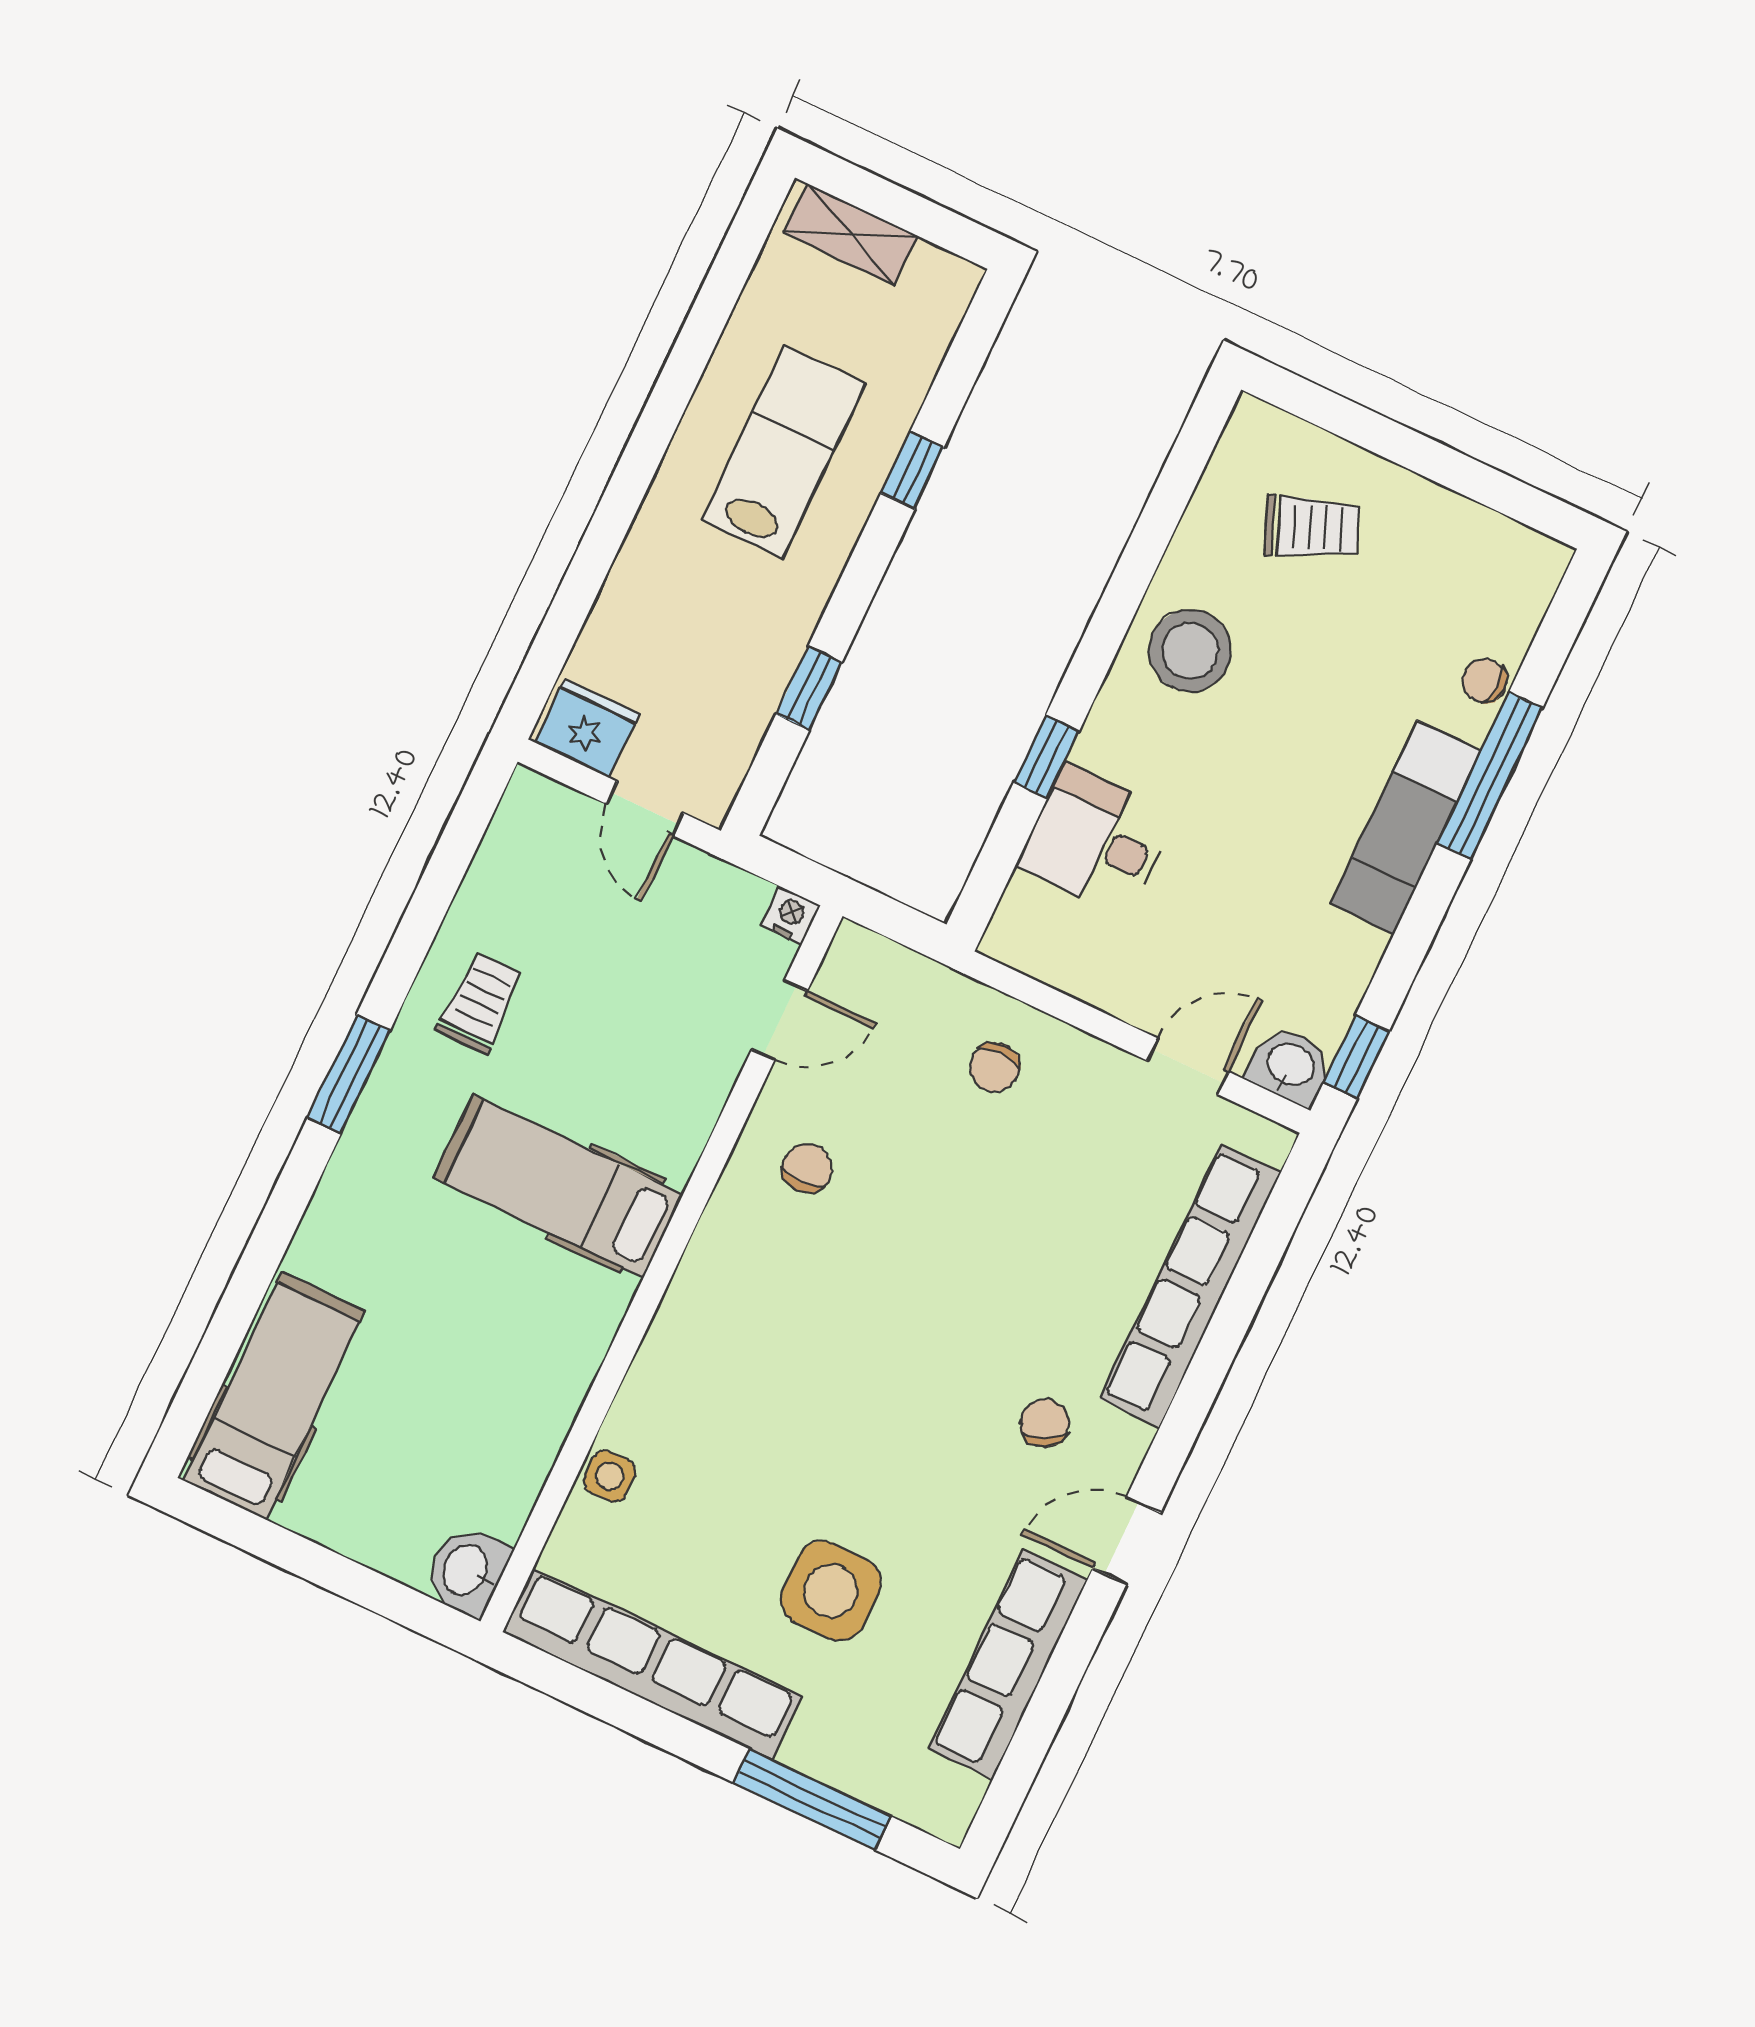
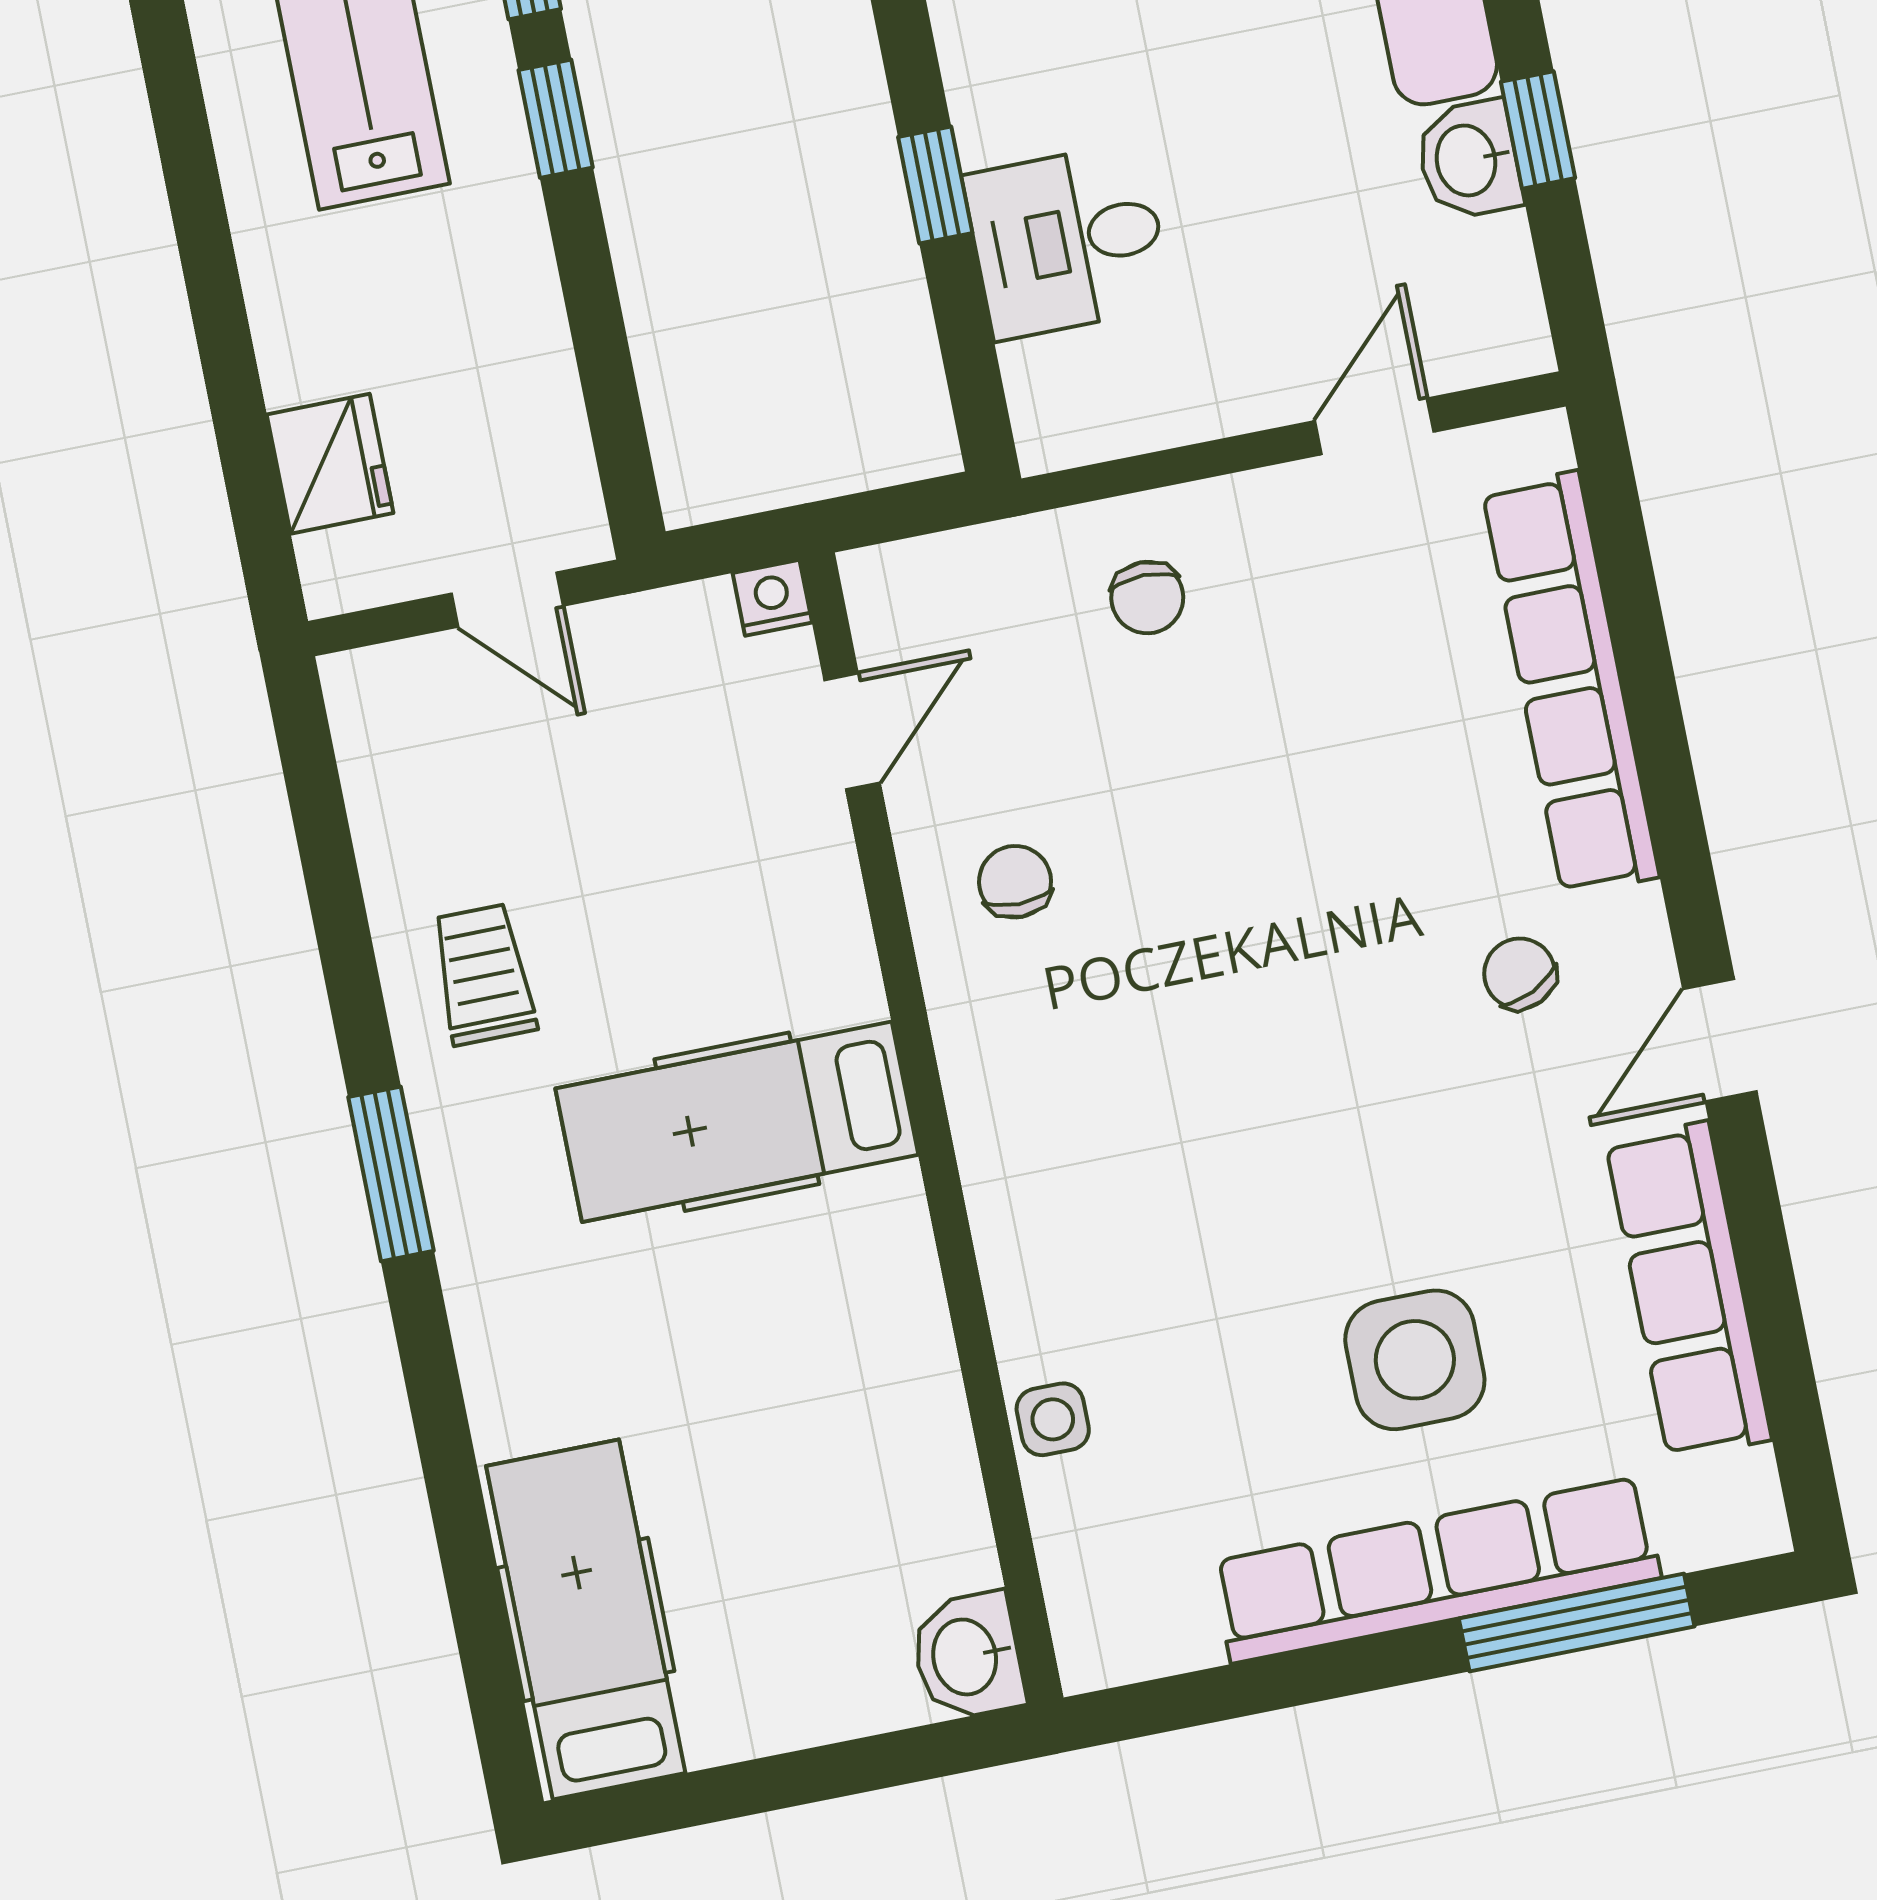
window: (809, 688) -> (556, 119), moved
fridge: (587, 728) -> (330, 464), moved, turned 90
window: (1356, 1057) -> (1538, 130), moved
washbasin: (1290, 1066) -> (1469, 160), moved, turned -90
row of seats: (652, 1664) -> (1436, 1570), moved

